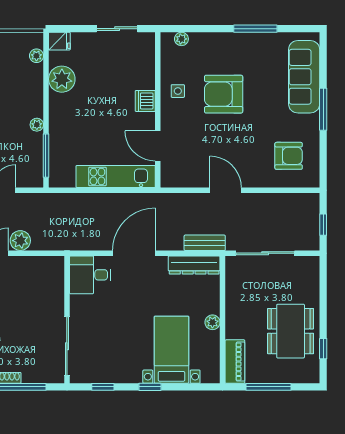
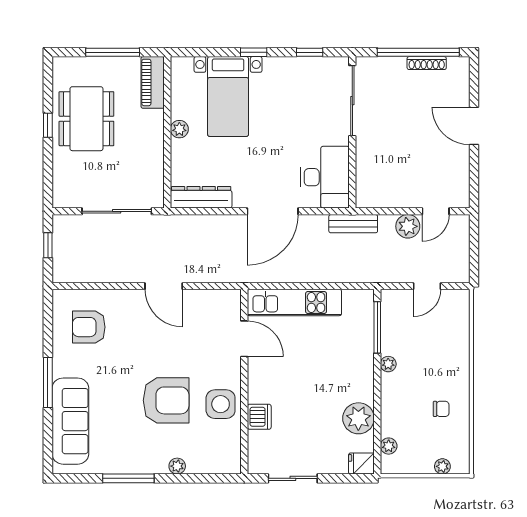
plant: (181, 39) -> (177, 466), moved
side table: (178, 91) -> (221, 404), width x1.87, depth x1.87
dishwasher: (145, 101) -> (259, 417), moved
bench: (205, 243) -> (353, 224), moved
desk: (90, 275) -> (325, 177), width x1.37
window: (323, 349) -> (48, 125), moved

